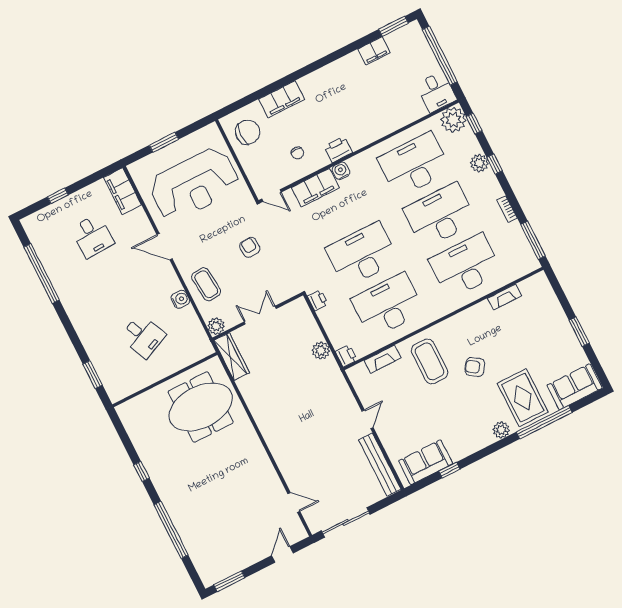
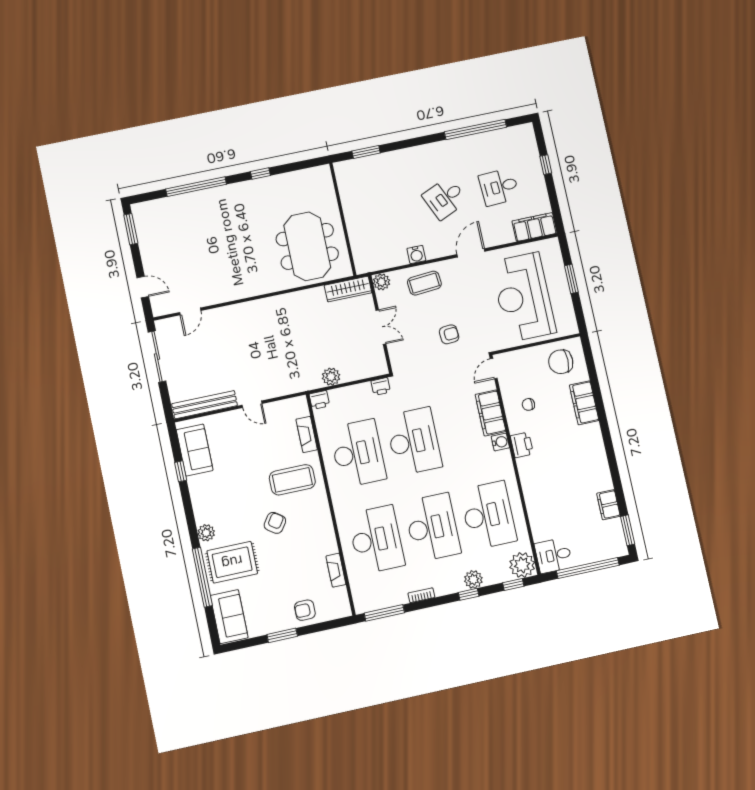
chair: (248, 132) -> (561, 362), turned 90
armchair: (550, 317) -> (305, 610), added
desk: (143, 336) -> (445, 198), moved

